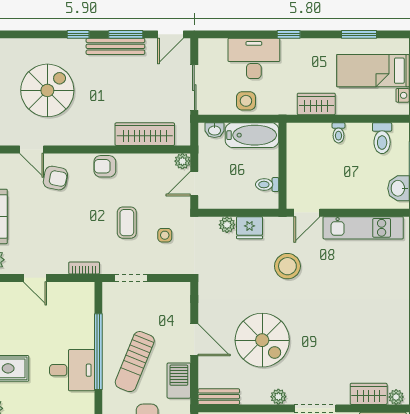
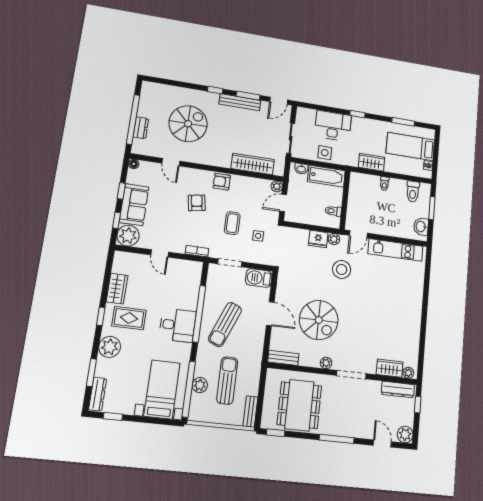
armchair: (55, 178) -> (197, 203), moved, turned -110
plant: (227, 225) -> (334, 239), moved
barbecue: (179, 381) -> (259, 278), moved, turned -90

